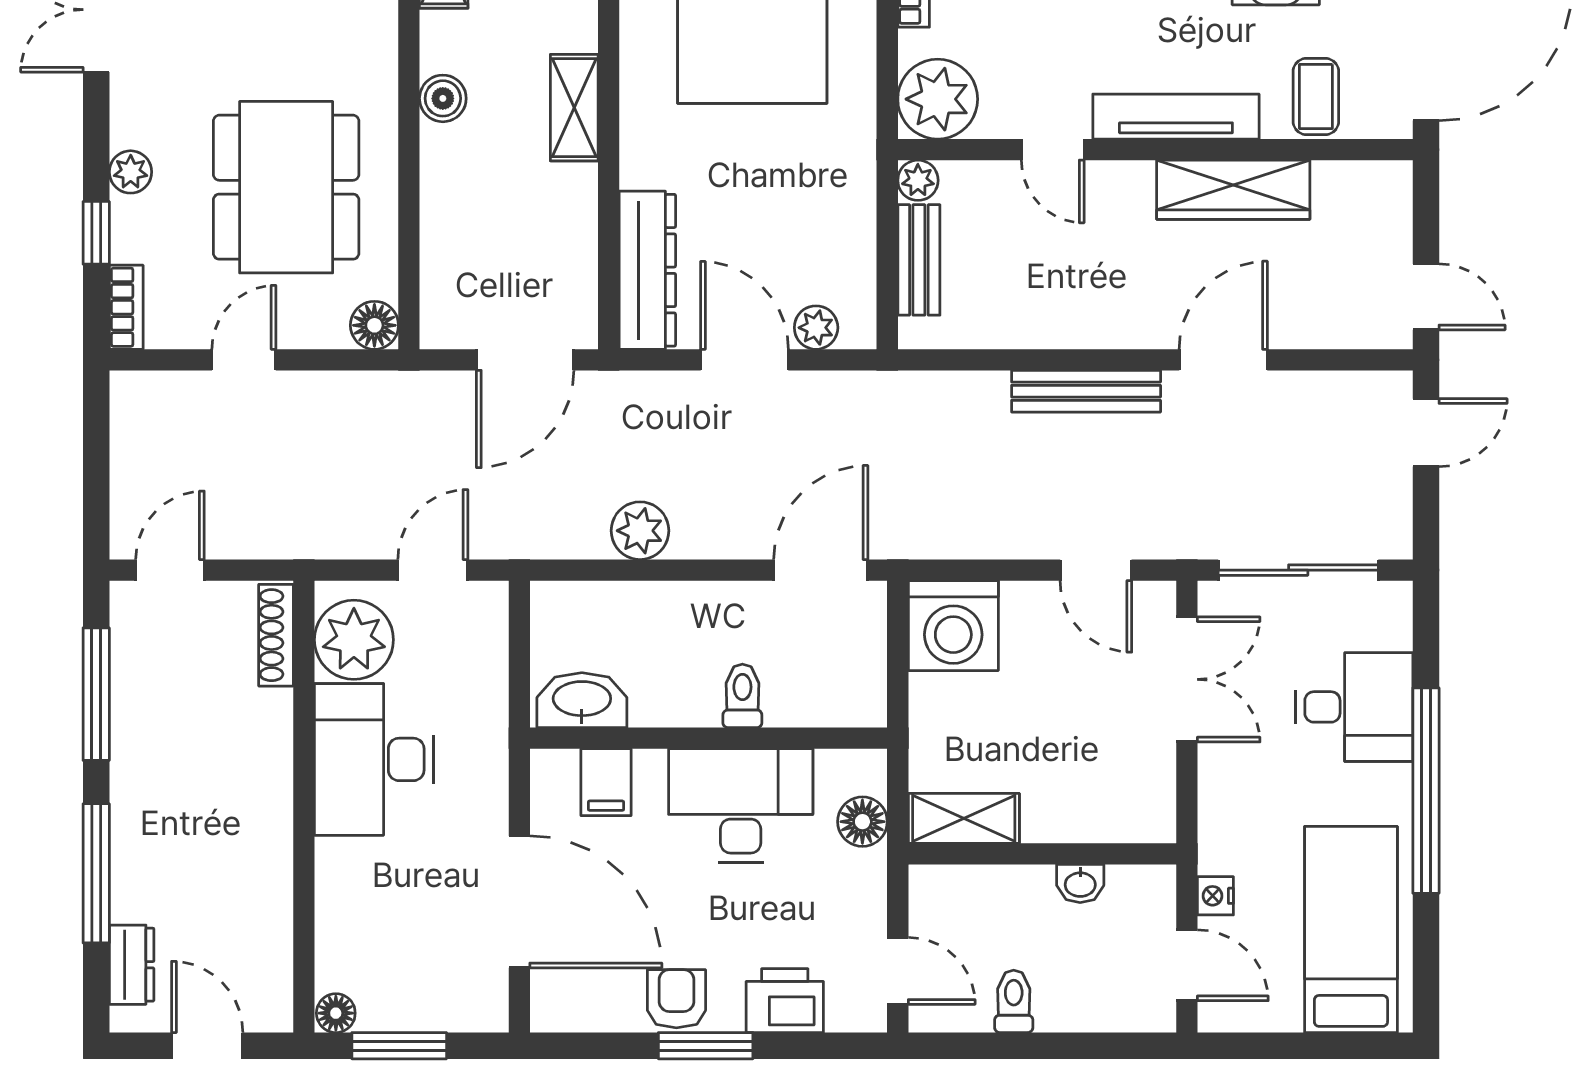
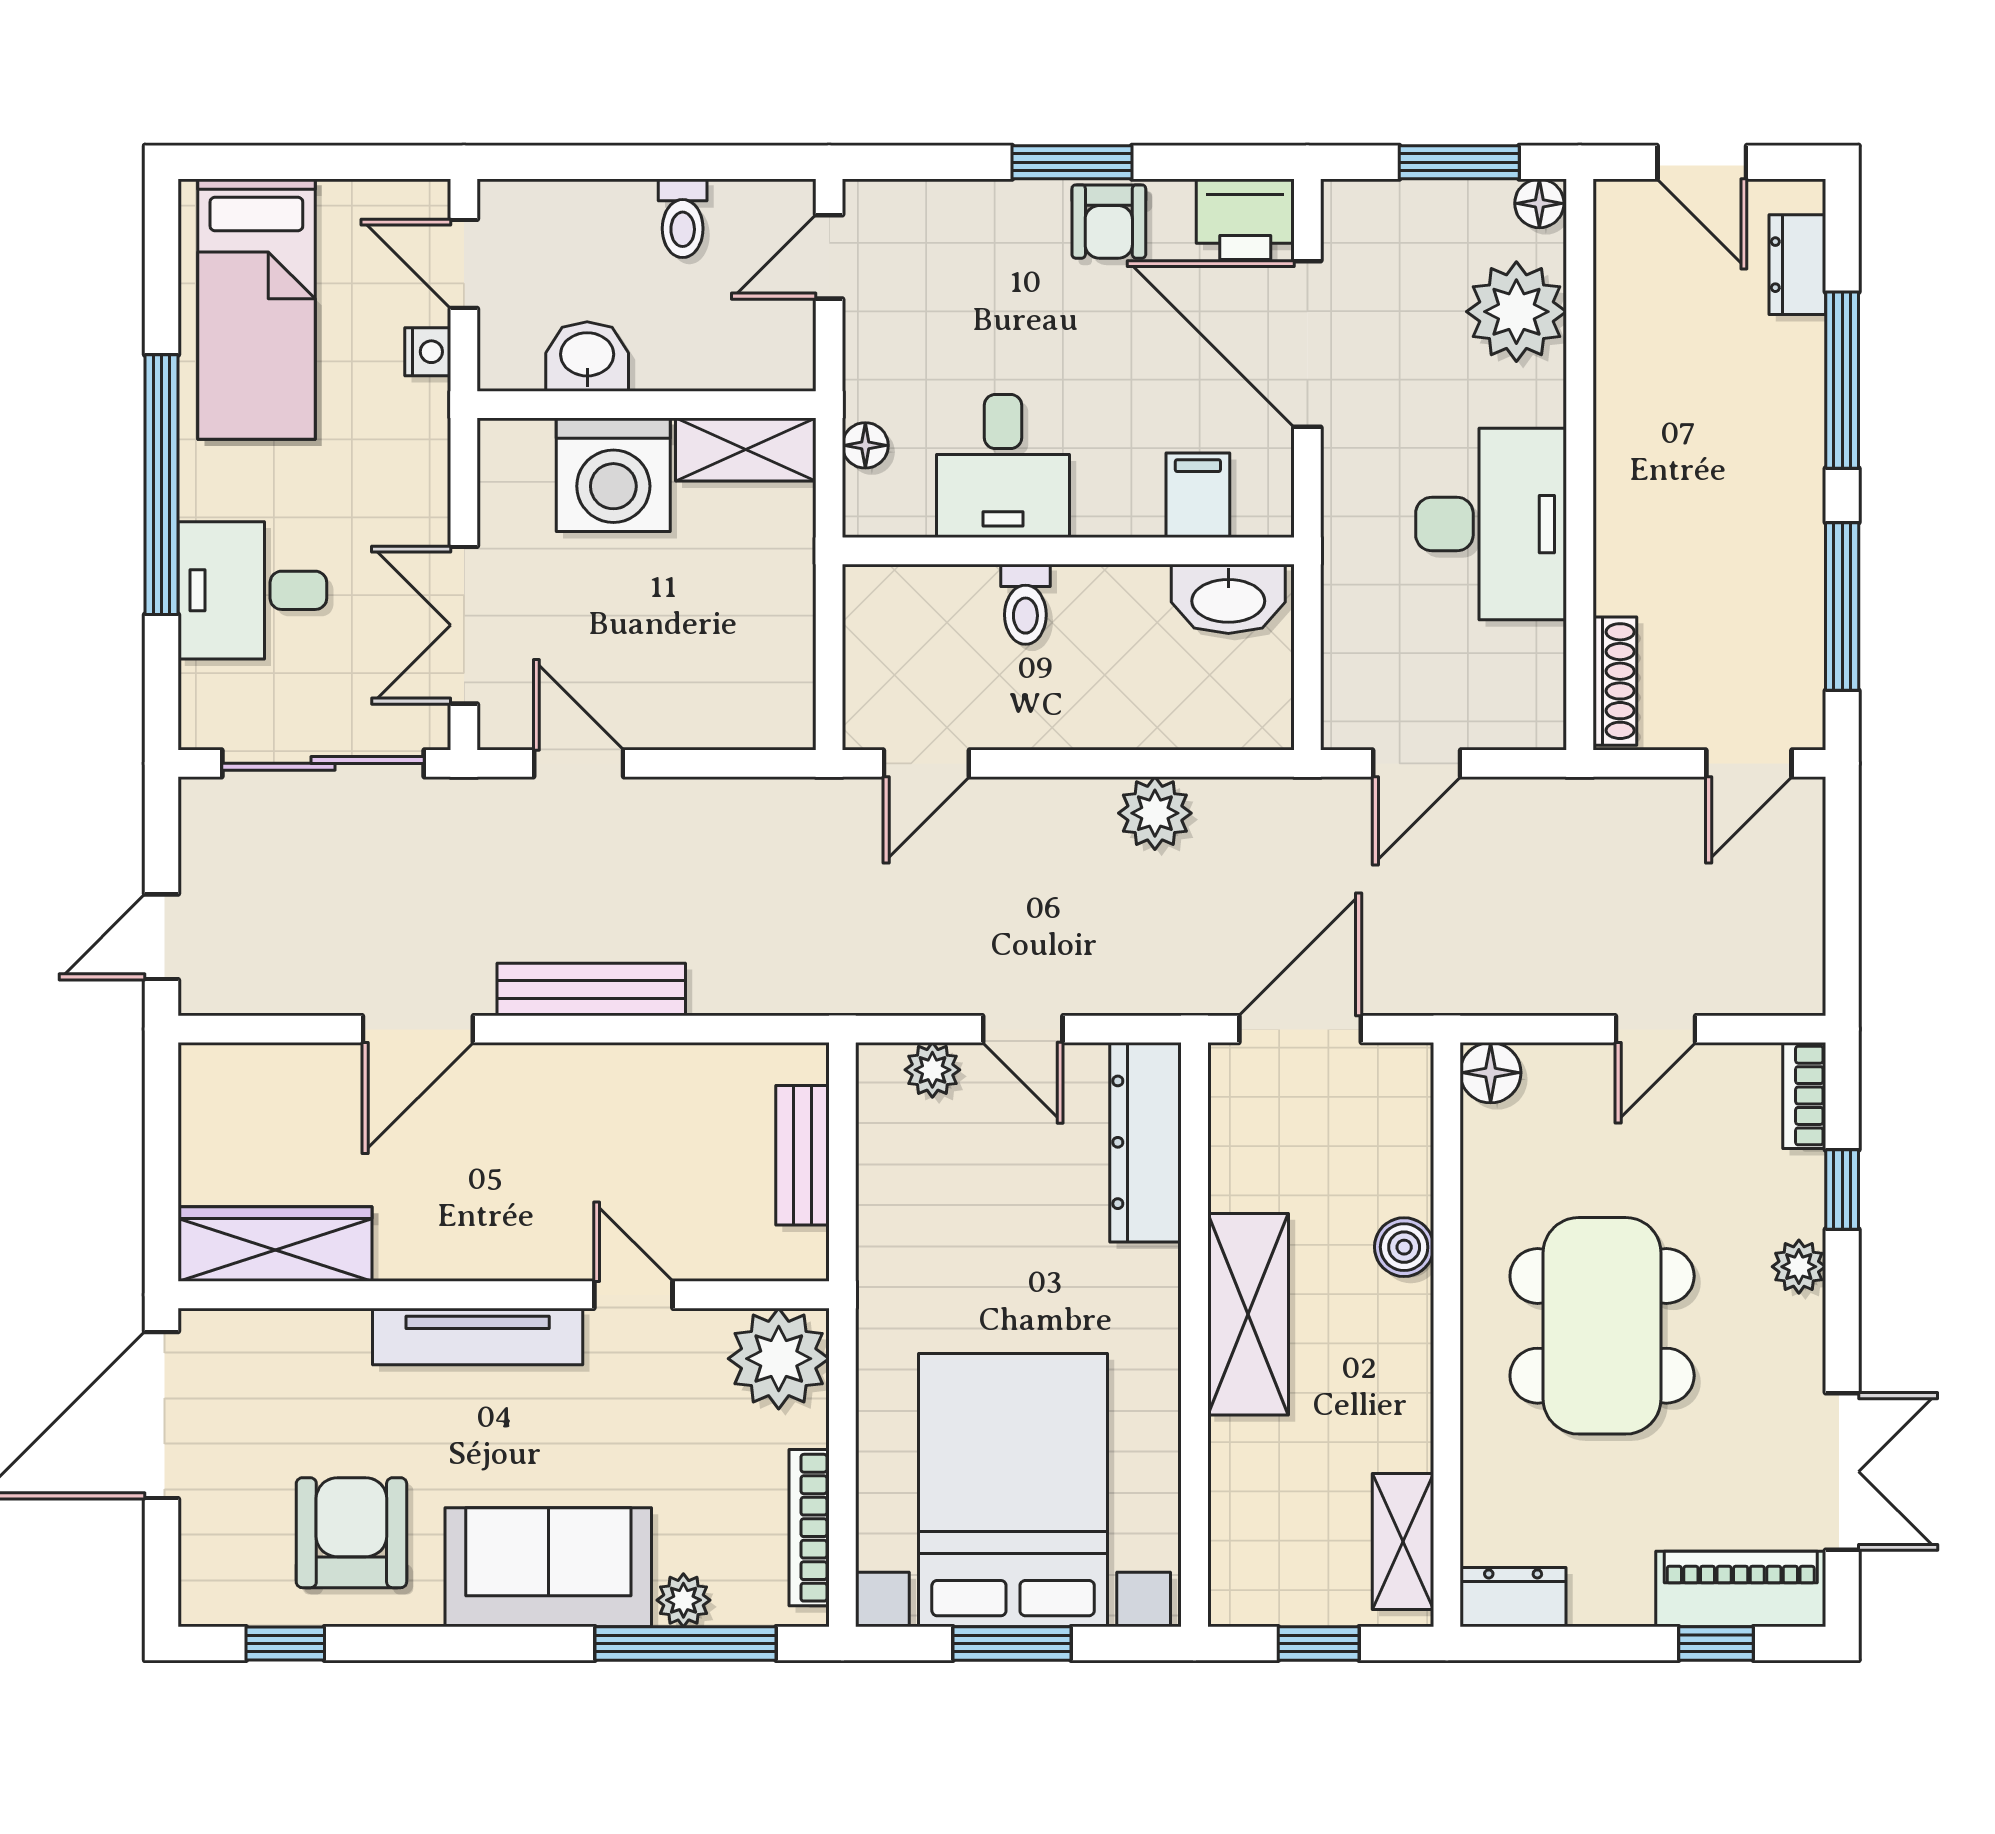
coffee table: (1316, 96) -> (301, 1362), removed
boiler: (443, 98) -> (1404, 1247), moved
shelving: (574, 108) -> (1248, 1314), width x1.50, depth x1.33
plant: (918, 180) -> (804, 1256), removed
dining table: (286, 187) -> (1602, 1326), moved
wardrobe: (1233, 190) -> (275, 1244), moved
door: (1426, 297) -> (162, 1109), removed
door: (745, 360) -> (1023, 1029), width x0.73
door: (821, 570) -> (926, 763), width x0.73
washing machine: (953, 626) -> (613, 475), moved, turned 180
plant: (354, 640) -> (1516, 312), moved
desk: (741, 805) -> (1003, 466), width x0.73
floor lamp: (862, 822) -> (865, 445), width x0.73, depth x0.73
washbasin: (1080, 883) -> (587, 356), width x1.38, depth x1.45
door: (898, 971) -> (829, 257), hinge flipped
printer: (785, 1001) -> (1245, 219), moved

